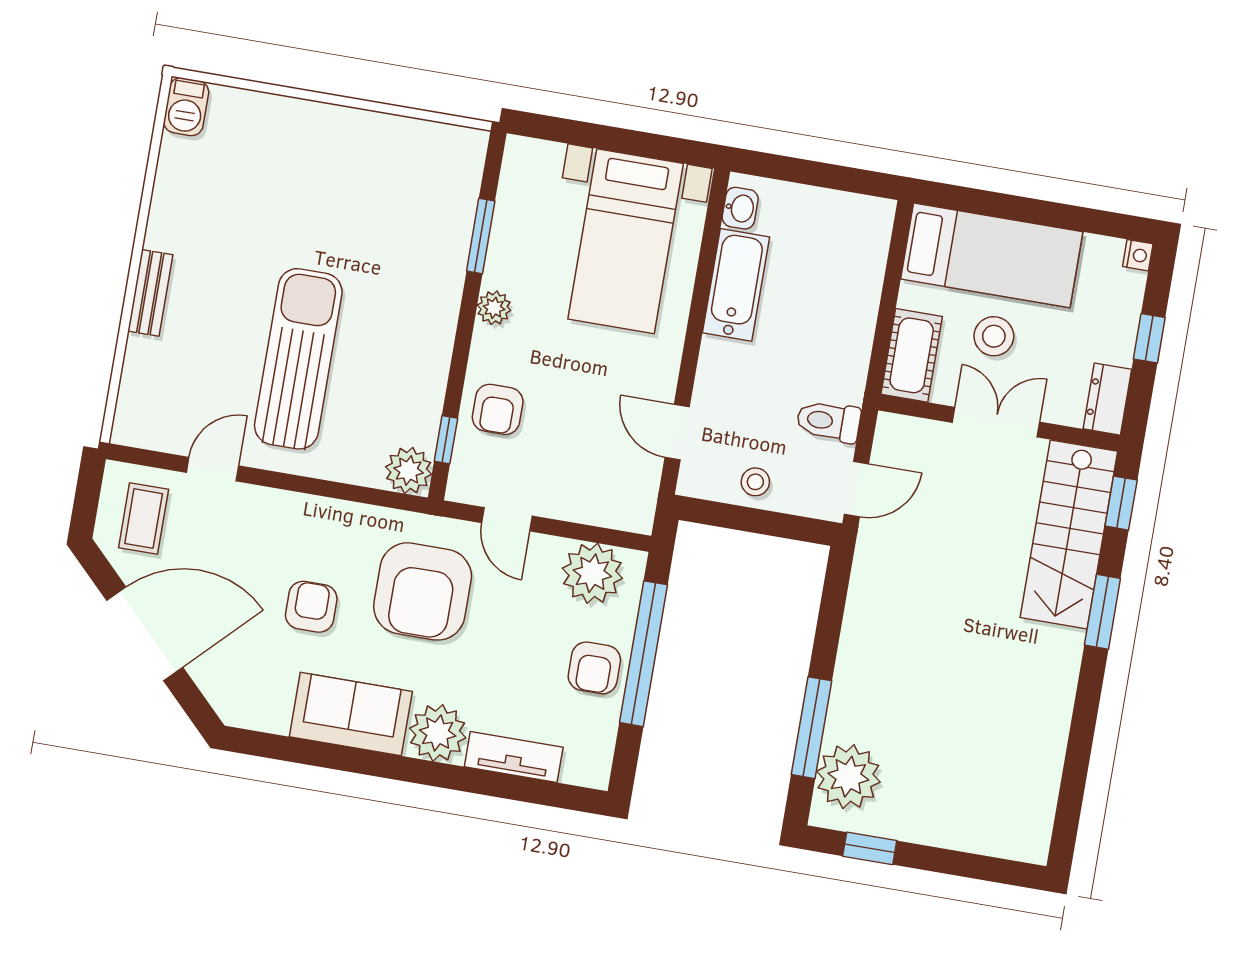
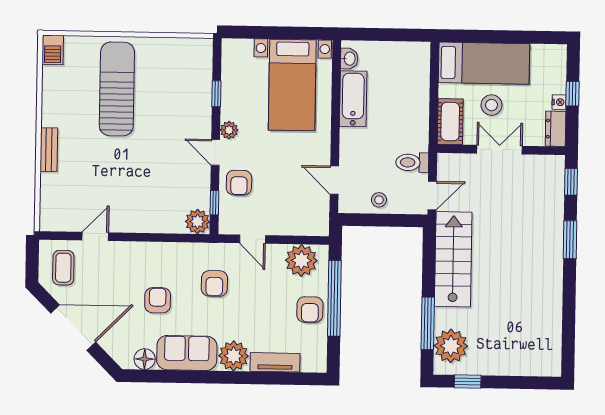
window: (481, 236) -> (216, 94), width x0.67
nightstand: (1138, 255) -> (559, 102), moved
door: (462, 346) -> (215, 152), added
sun lounger: (298, 359) -> (117, 89), moved
stairs: (1069, 534) -> (453, 259), moved, turned 180
armchair: (423, 591) -> (214, 283), width x0.53, depth x0.53
floor lamp: (270, 713) -> (145, 359), added

